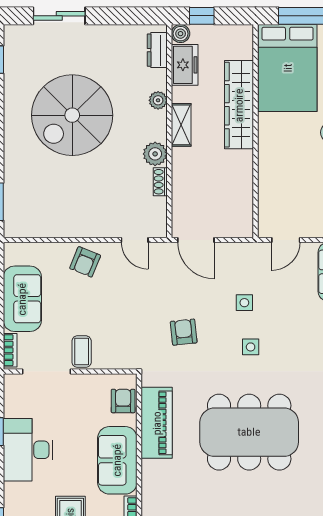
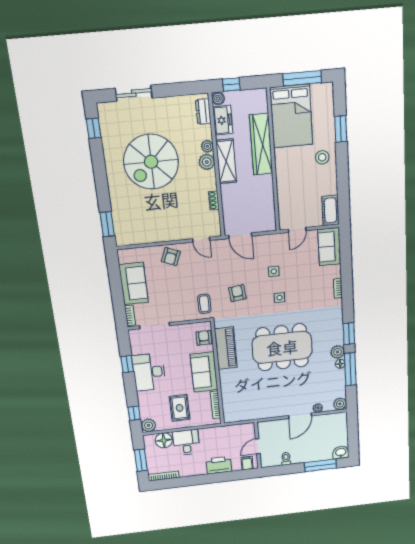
shelving: (181, 125) -> (226, 161), width x1.50, depth x1.33
plant: (155, 154) -> (207, 162), moved
coffee table: (82, 352) -> (204, 304), moved

